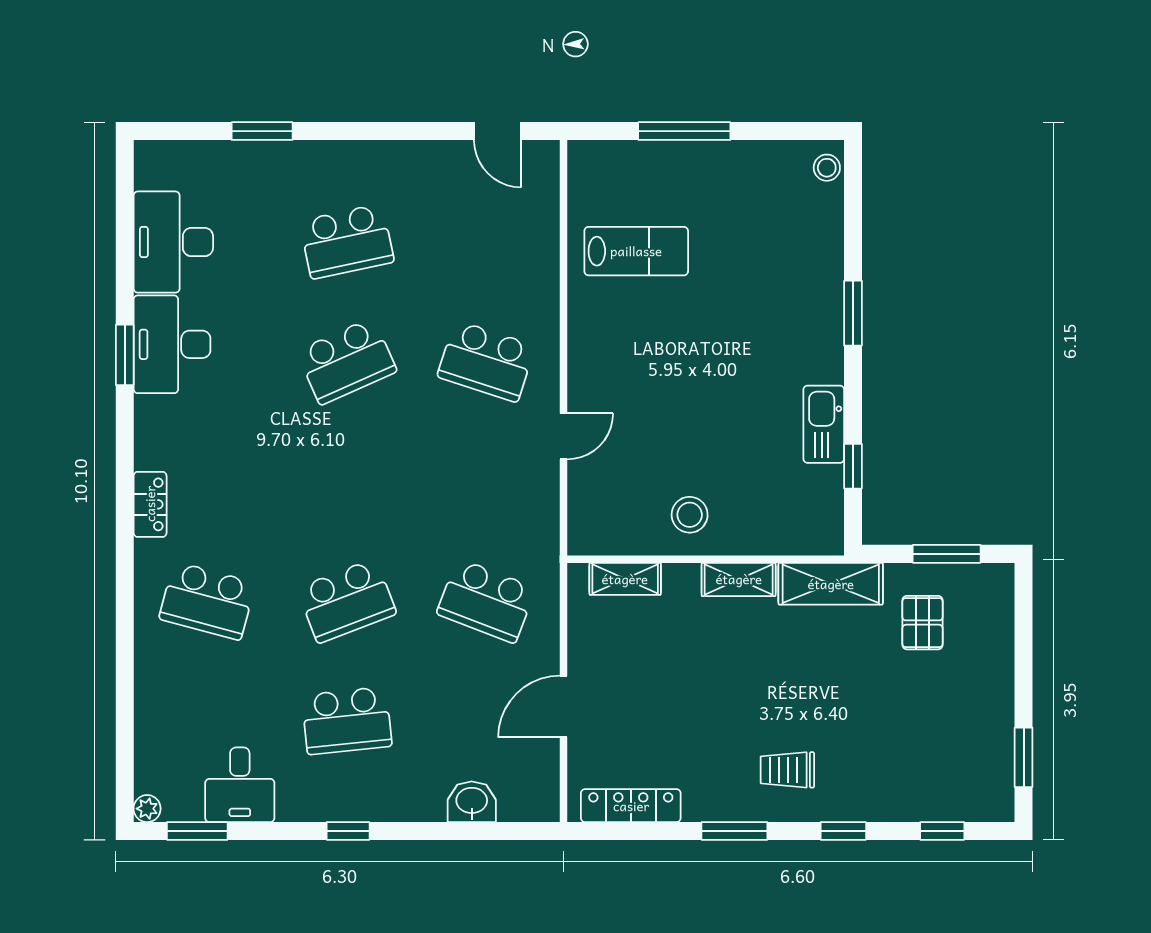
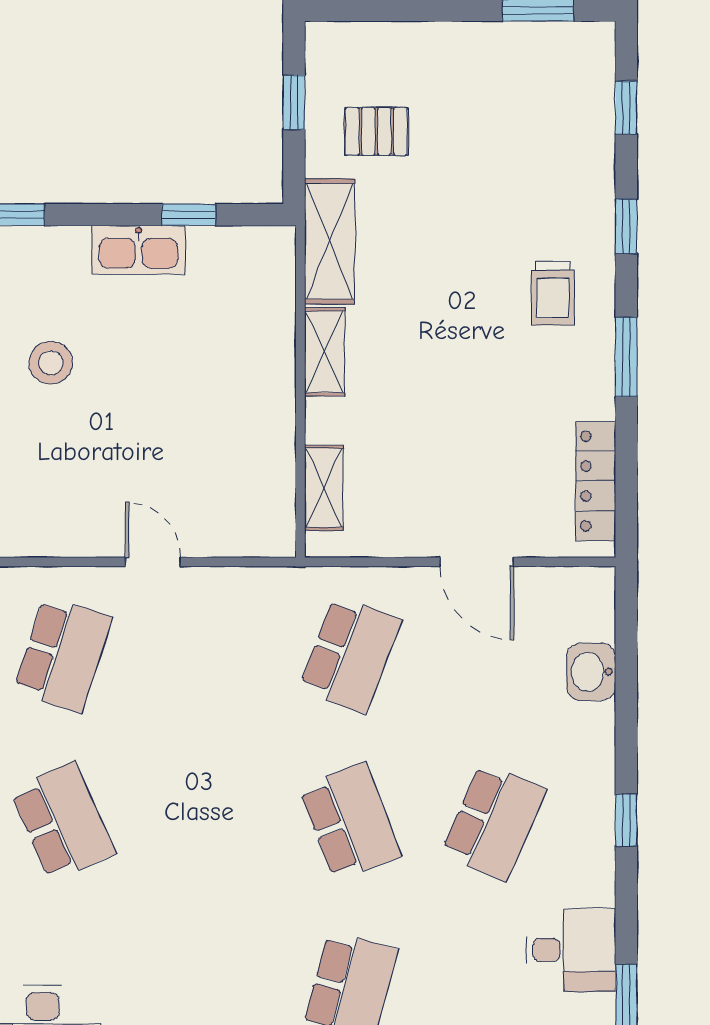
stool: (690, 515) -> (51, 363), moved
window: (947, 554) -> (294, 102), width x0.67
school desk: (347, 721) -> (494, 822), turned 30

